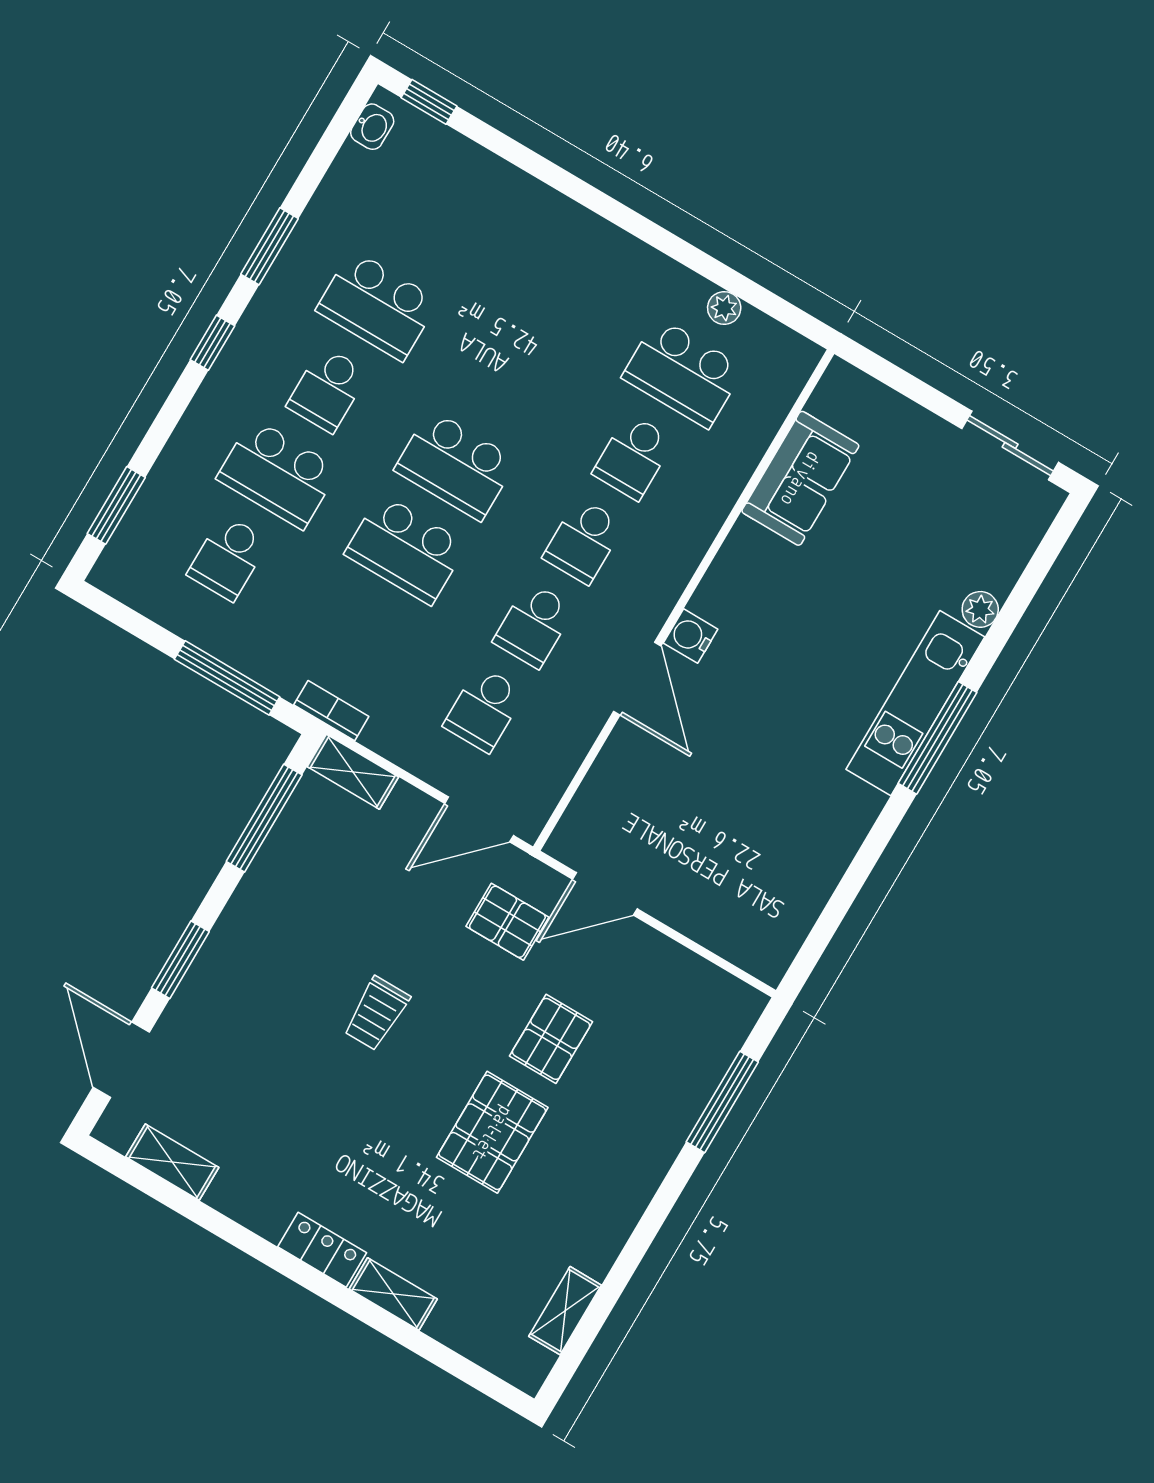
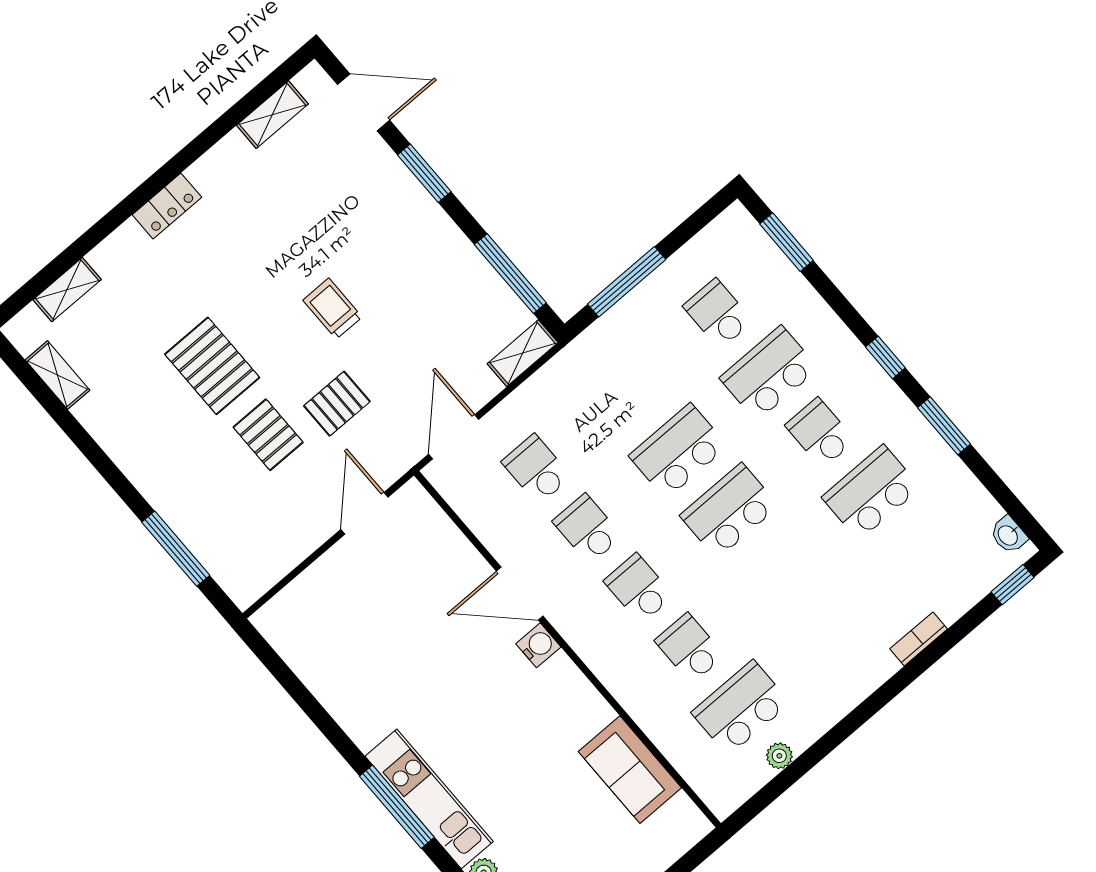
bookcase: (331, 711) -> (919, 639), moved, turned 180
pallet: (507, 922) -> (337, 404), moved
shelving: (393, 1294) -> (67, 290), moved

